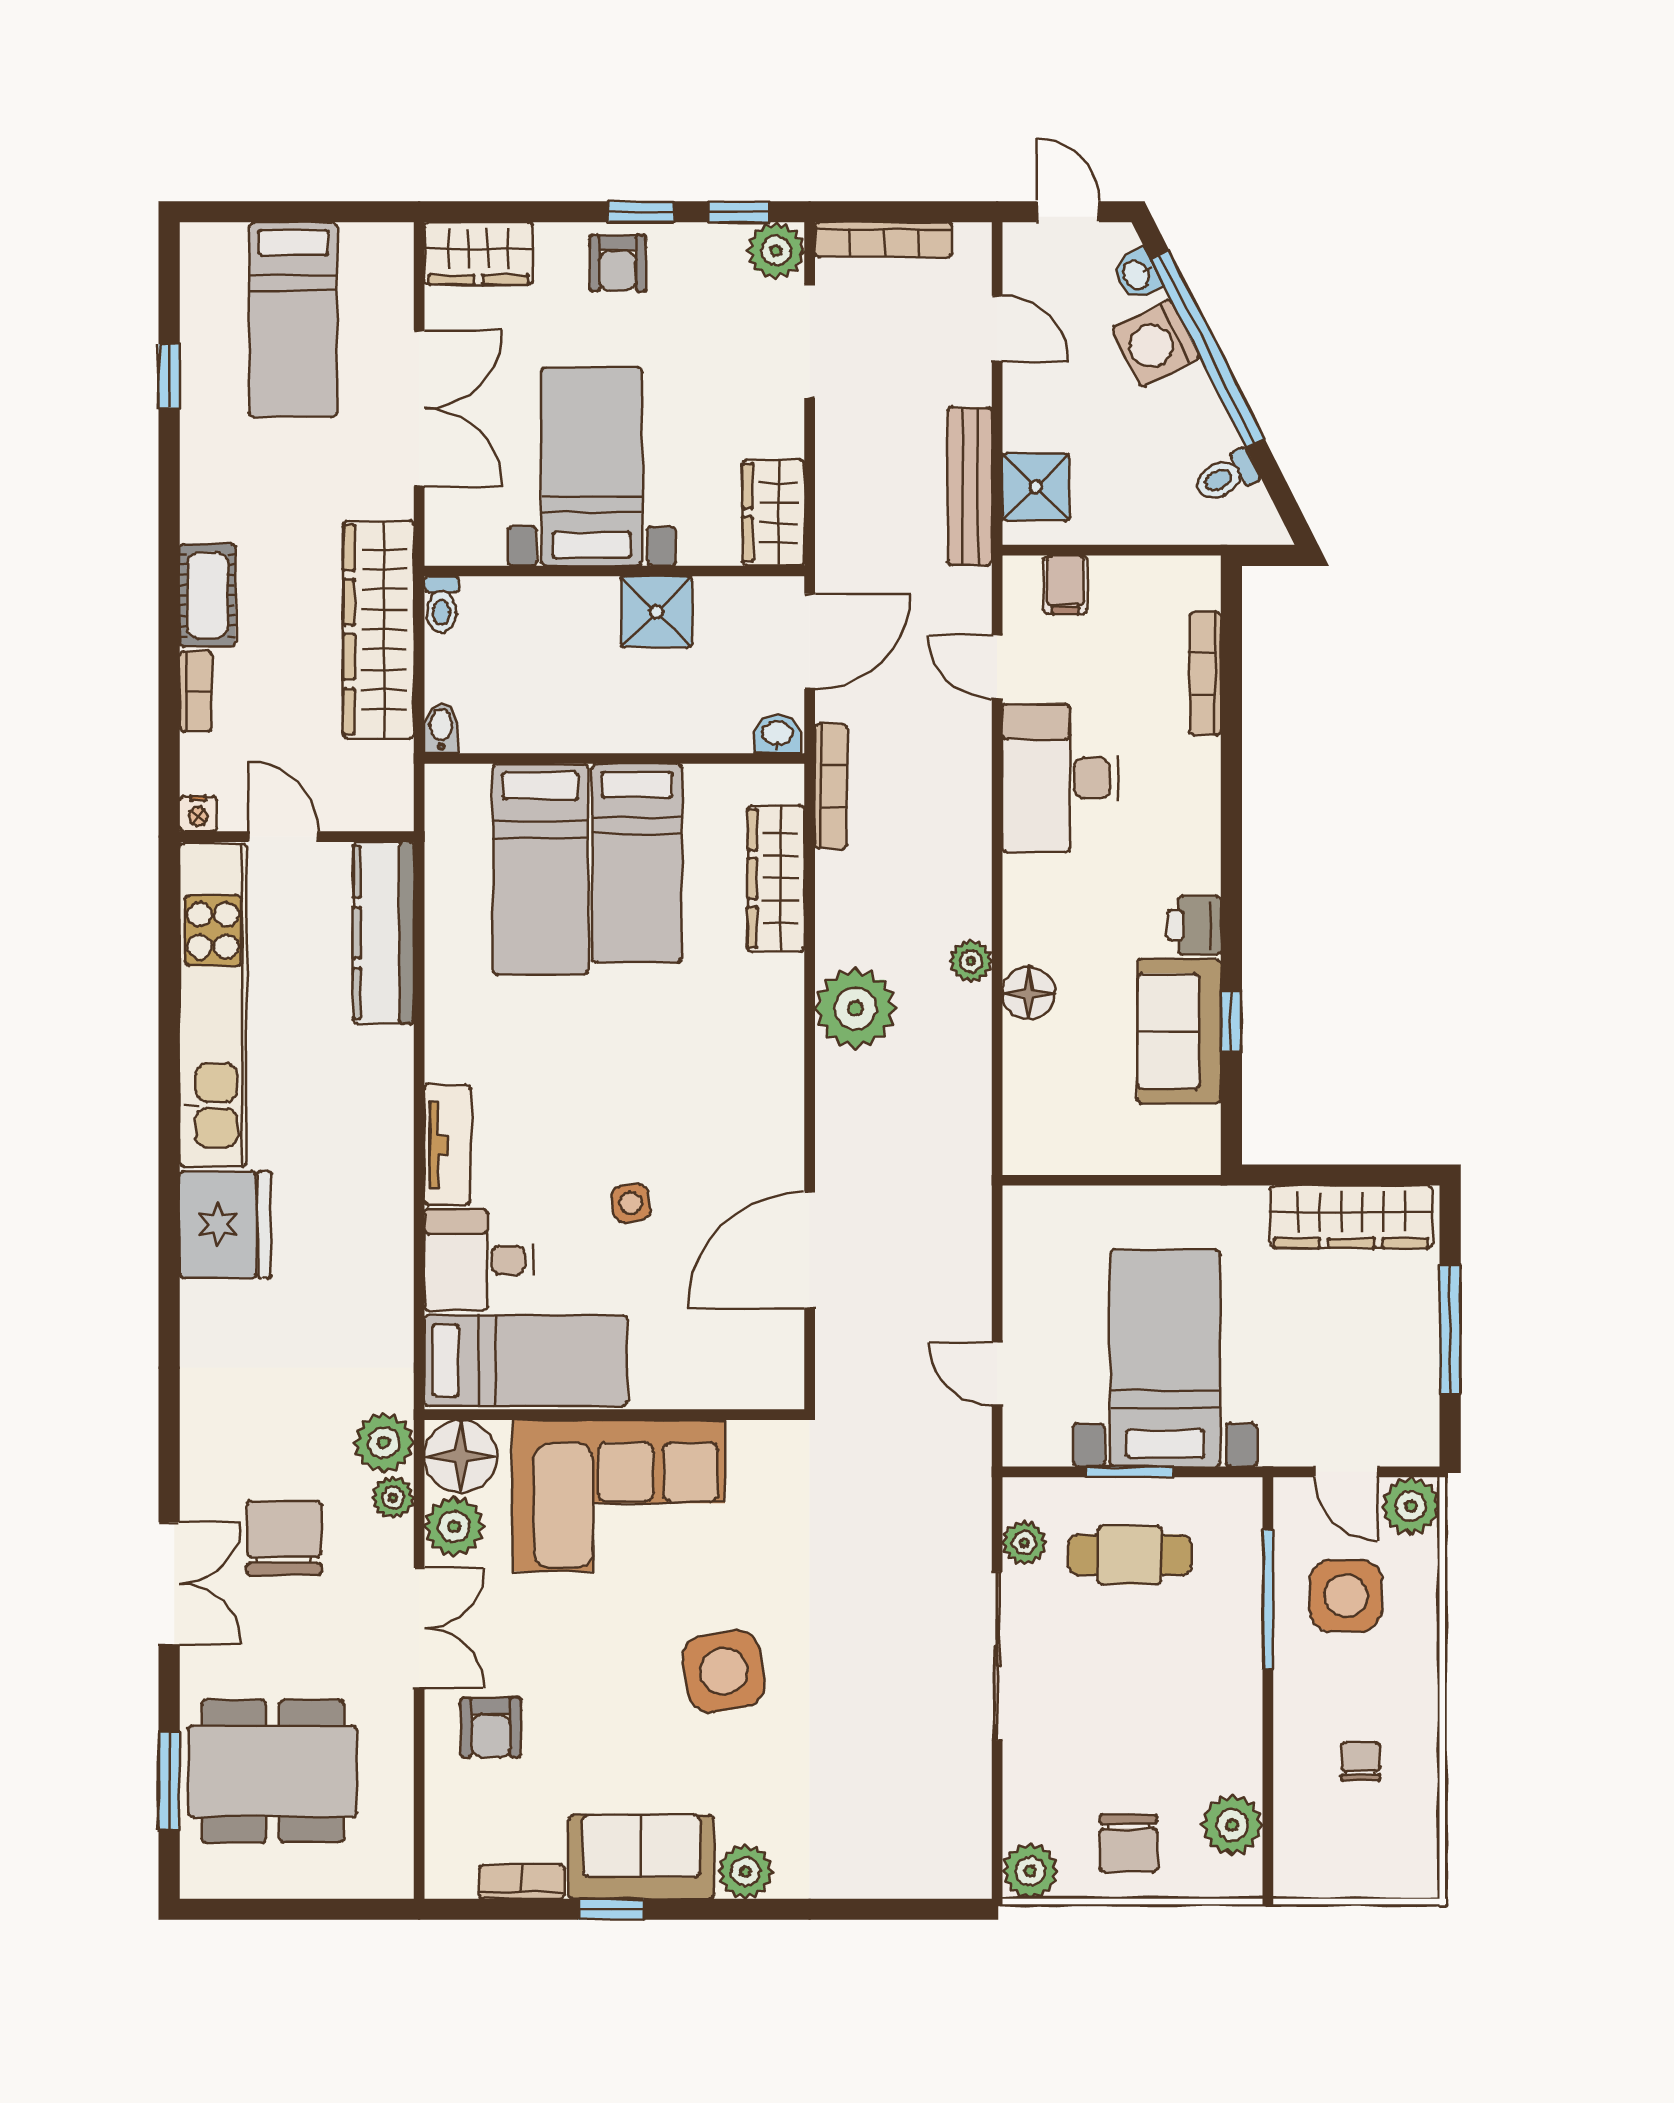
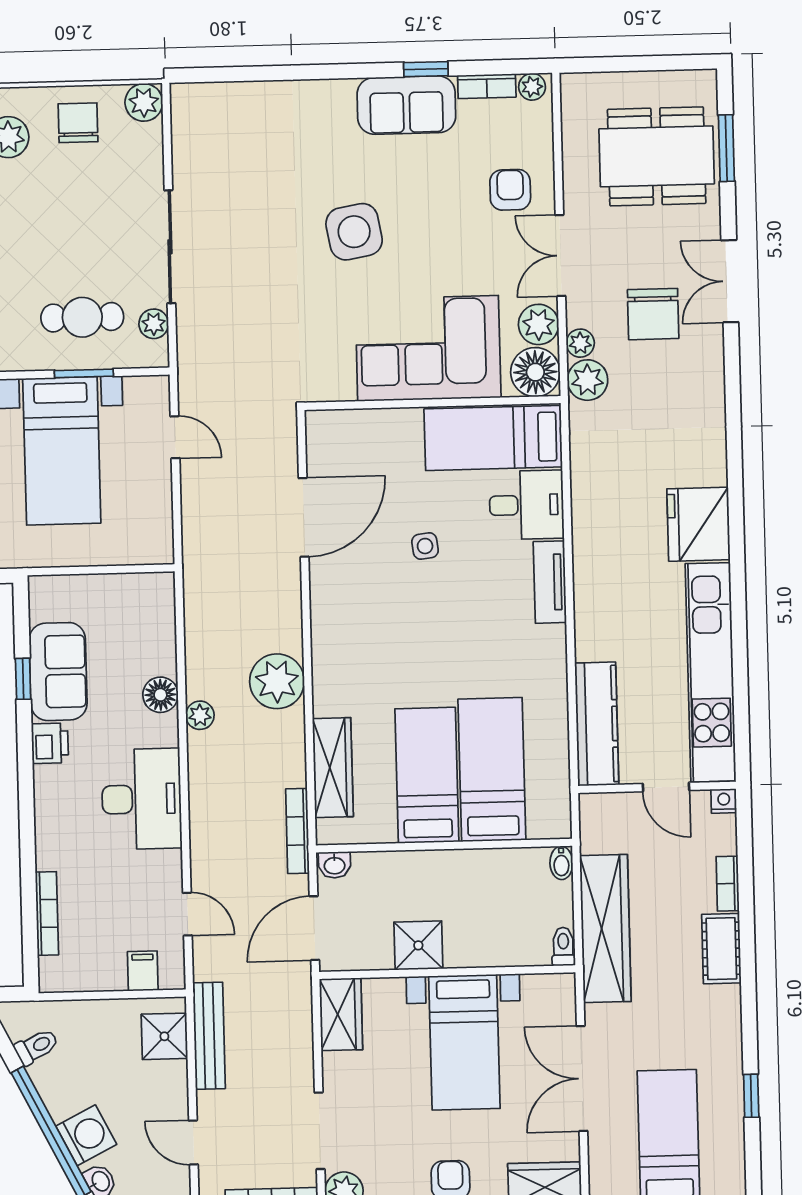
desk: (1060, 778) -> (142, 799), moved
plant: (745, 1872) -> (532, 87), moved, width x0.73, depth x0.73

